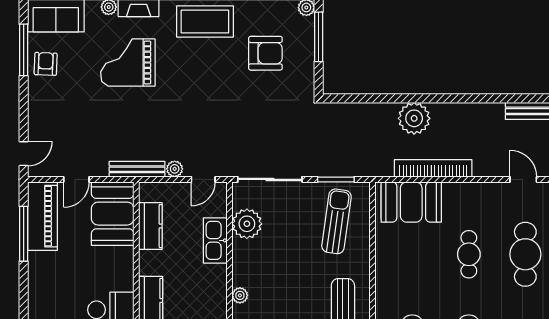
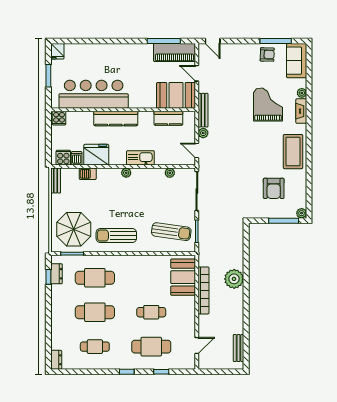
plant: (247, 224) -> (170, 173), width x0.53, depth x0.53
kitchen sink: (215, 240) -> (140, 158), moved

